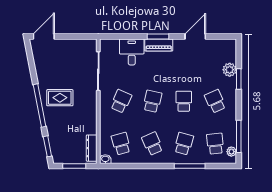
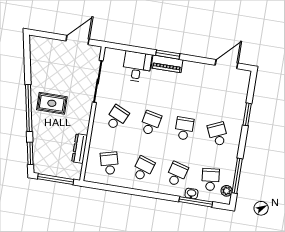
door: (44, 36) -> (78, 40), moved
door: (195, 36) -> (227, 64), moved
plant: (230, 70) -> (239, 103), removed
school desk: (152, 144) -> (143, 169), turned 42
dresser: (92, 148) -> (80, 148), moved
washbasin: (105, 159) -> (191, 194), moved
window: (74, 166) -> (56, 179), width x1.44
window: (190, 166) -> (196, 202), moved

